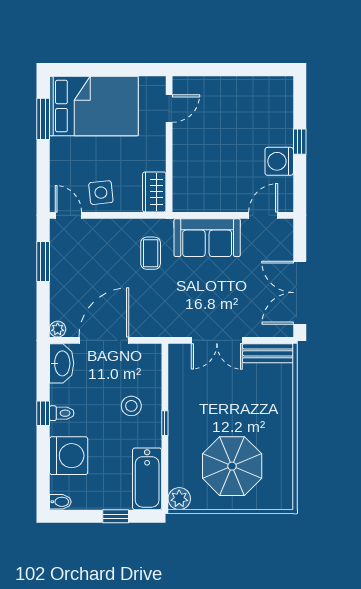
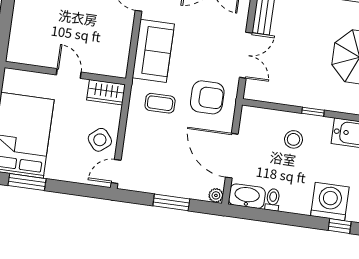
door: (169, 109) -> (69, 73), moved
side table: (101, 193) -> (100, 140), turned -33
window: (43, 262) -> (171, 202), moved
armchair: (164, 304) -> (207, 97), added
window: (43, 413) -> (340, 226), moved
toilet: (62, 413) -> (273, 200), moved

